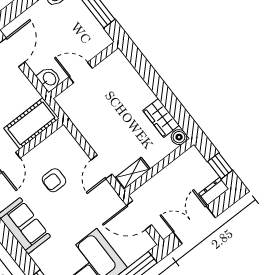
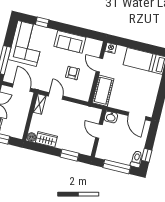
window: (147, 72) -> (69, 155), added
door: (81, 73) -> (99, 131), swing flipped
door: (139, 215) -> (22, 88), hinge flipped

